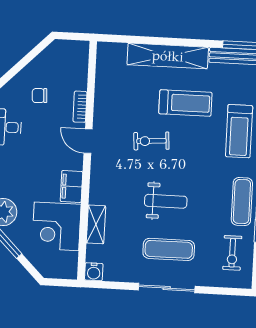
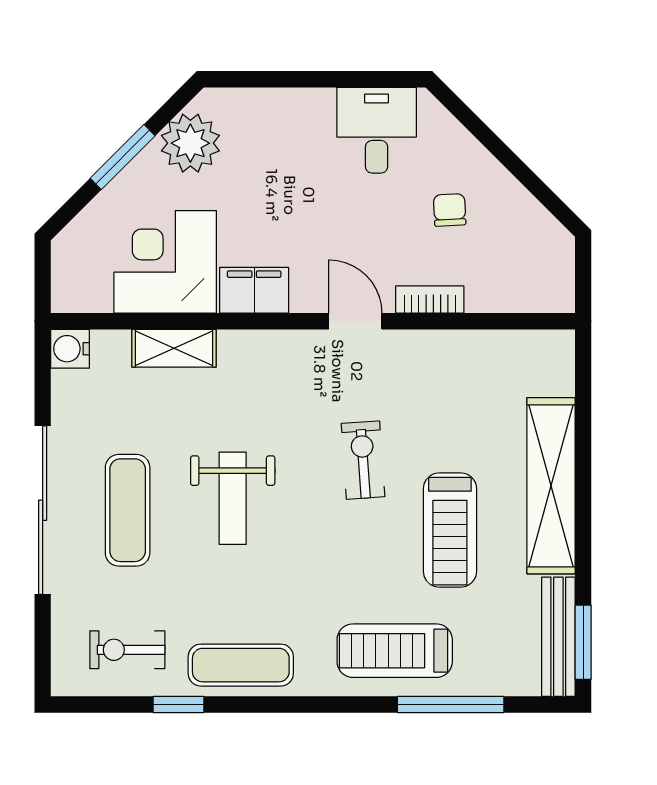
door: (88, 141) -> (355, 321), hinge flipped
sliding door: (167, 288) -> (43, 510), width x1.36

